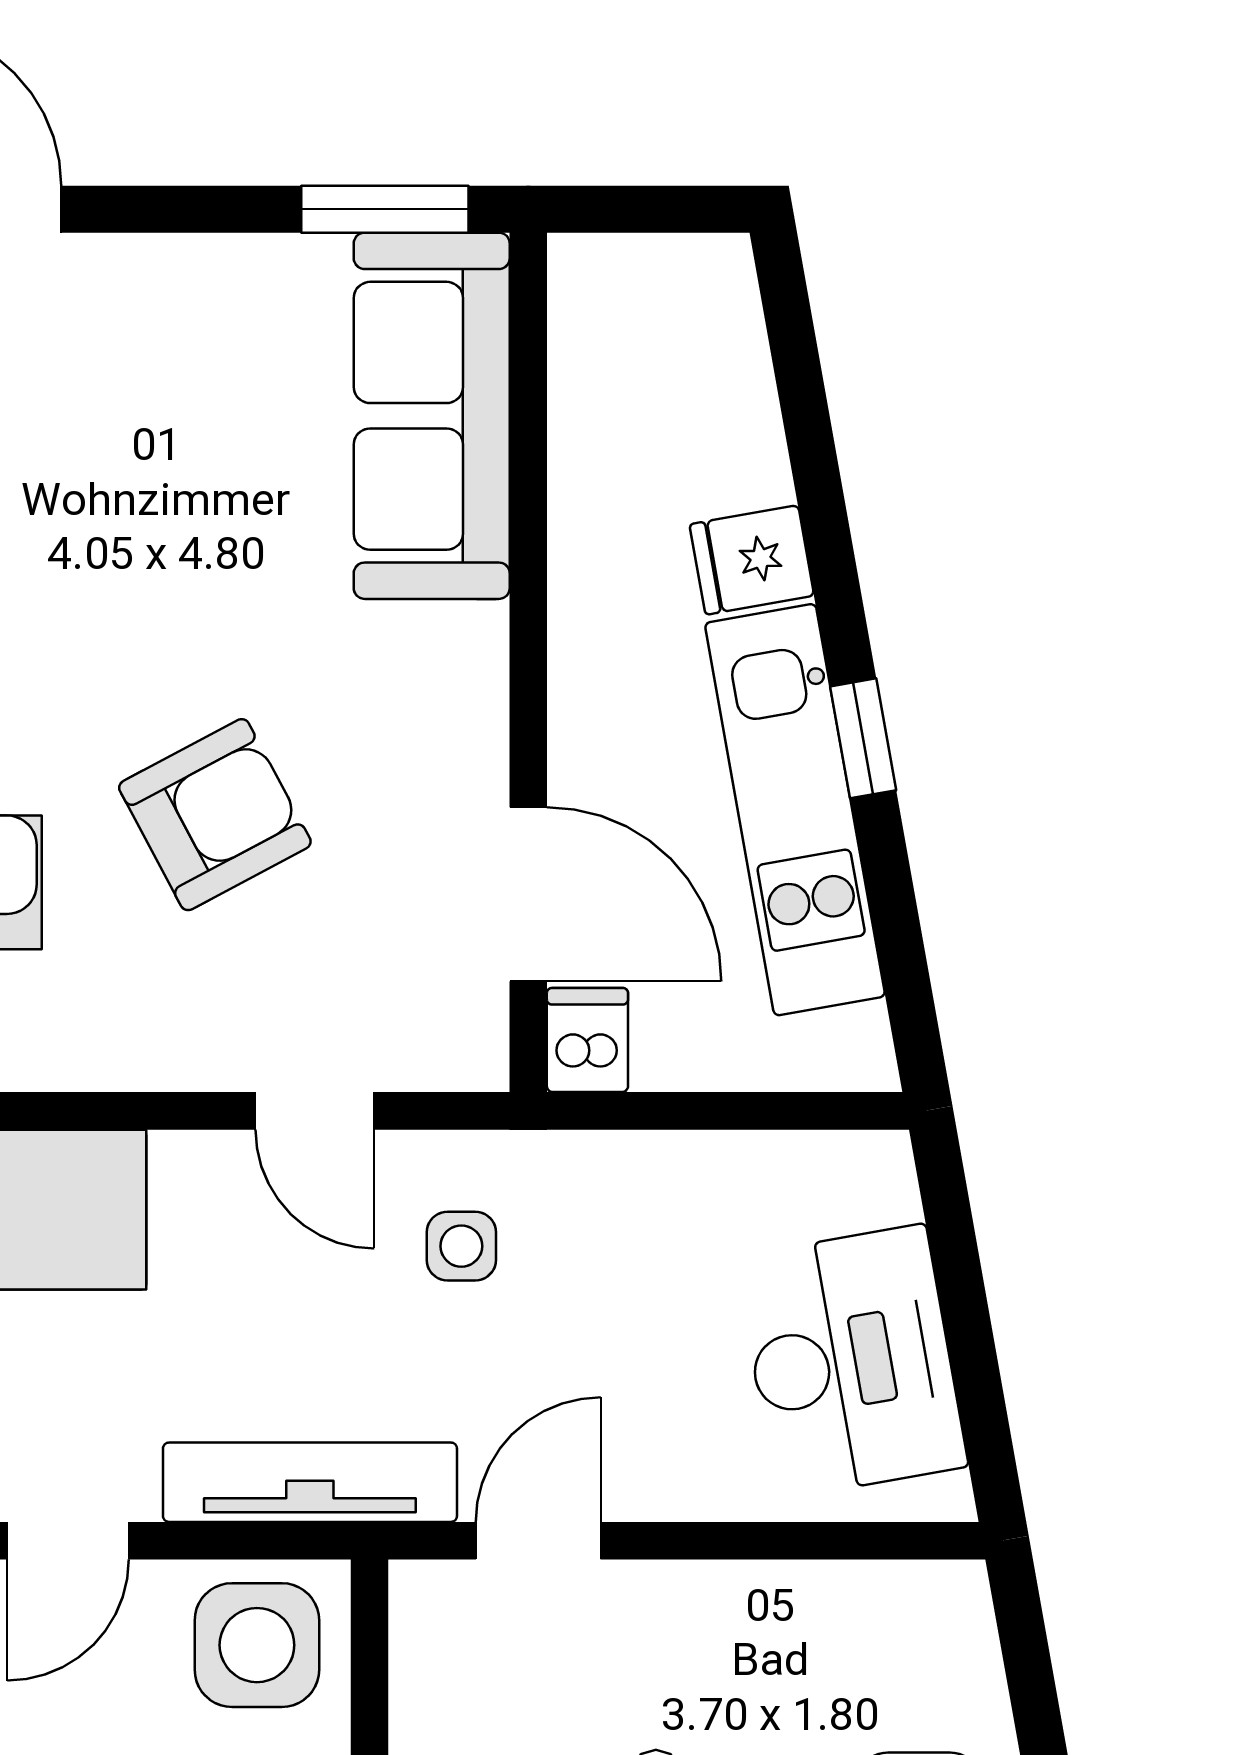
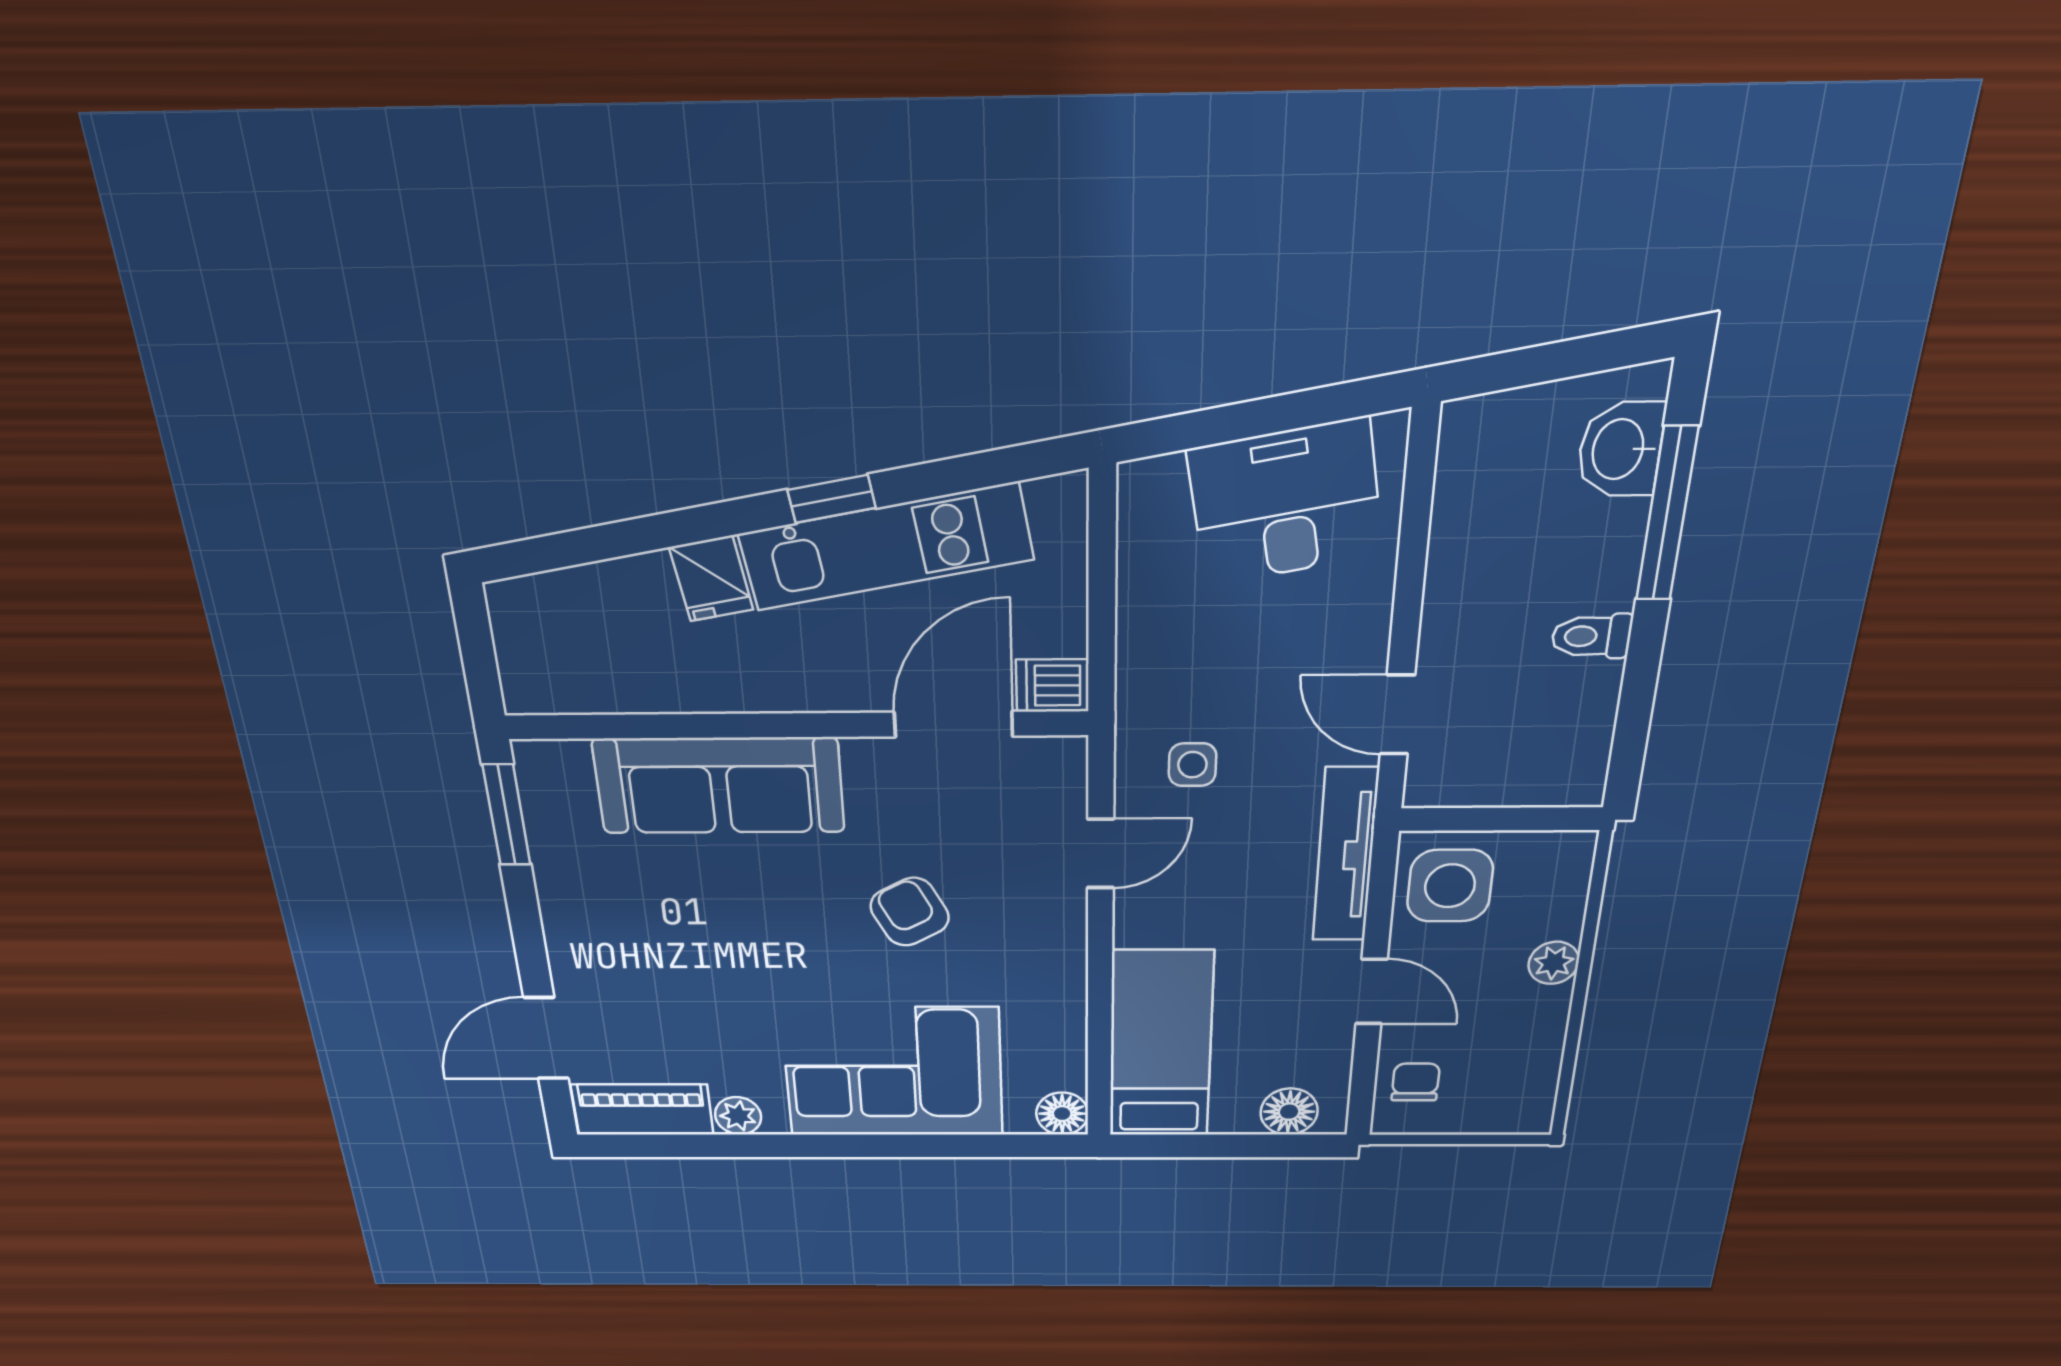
sofa: (432, 416) -> (719, 786), moved
armchair: (215, 815) -> (910, 912), width x0.72, depth x0.72

